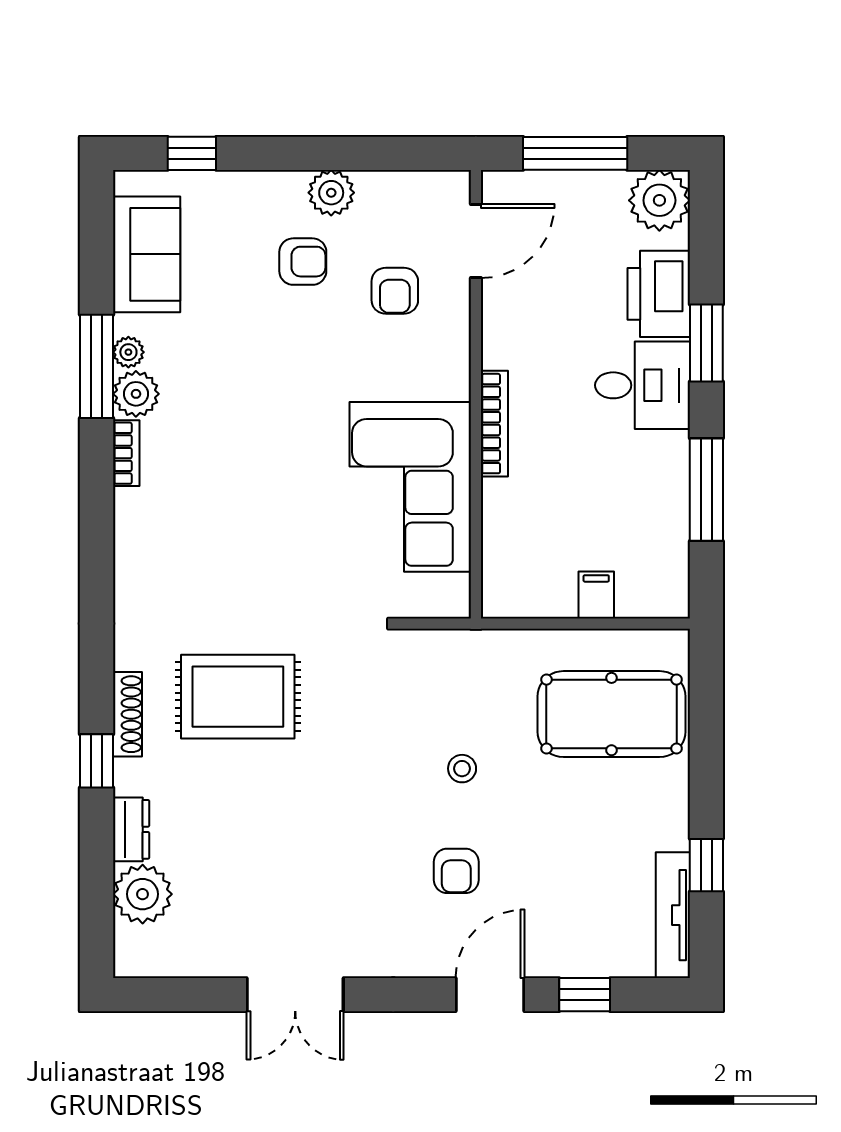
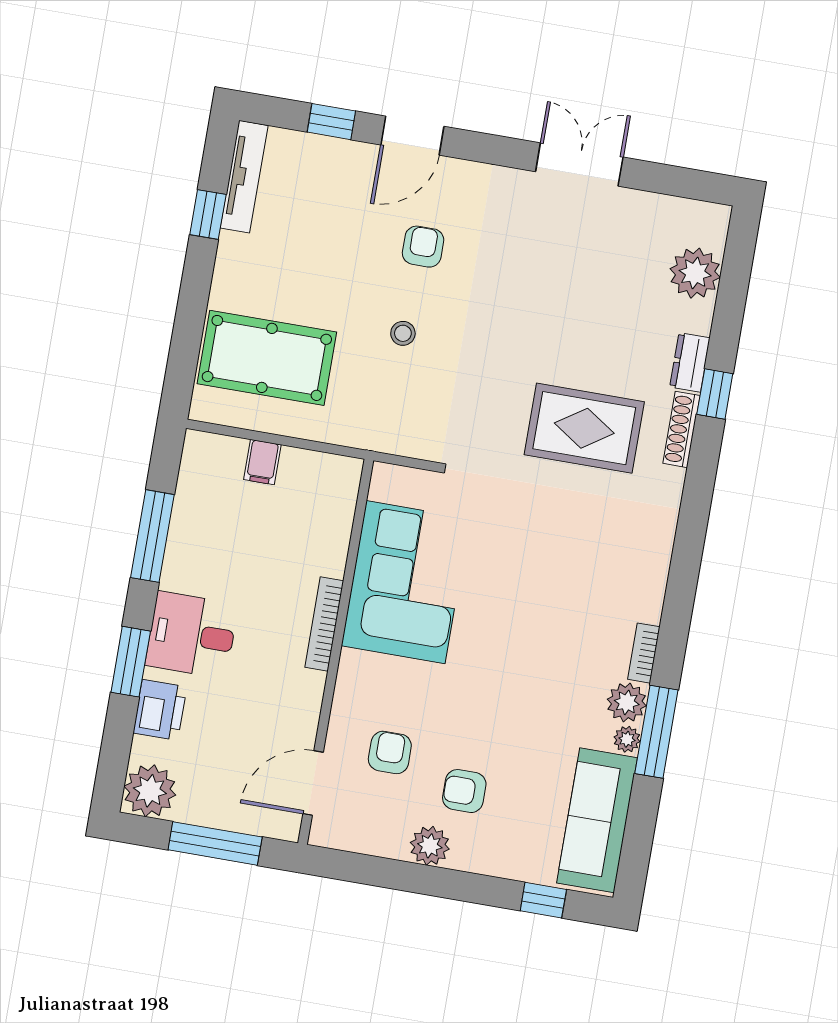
sofa: (147, 254) -> (597, 820), width x1.36
printer: (659, 294) -> (160, 710), width x0.73, depth x0.84
dresser: (131, 829) -> (690, 362), moved

